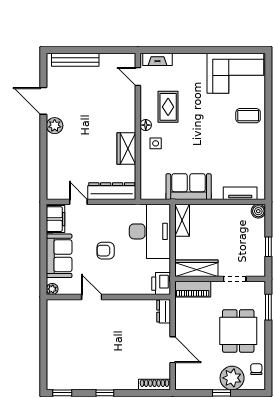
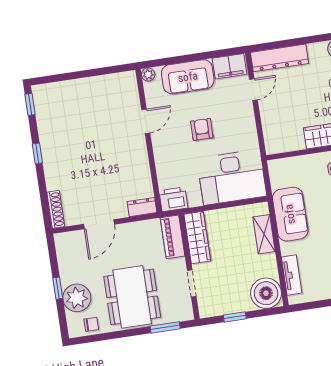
dresser: (112, 191) -> (279, 58), moved, turned 90
boiler: (258, 211) -> (266, 293), width x1.86, depth x1.86
shelving: (182, 220) -> (264, 234), moved, turned 90
dining table: (238, 331) -> (132, 297), width x1.38

